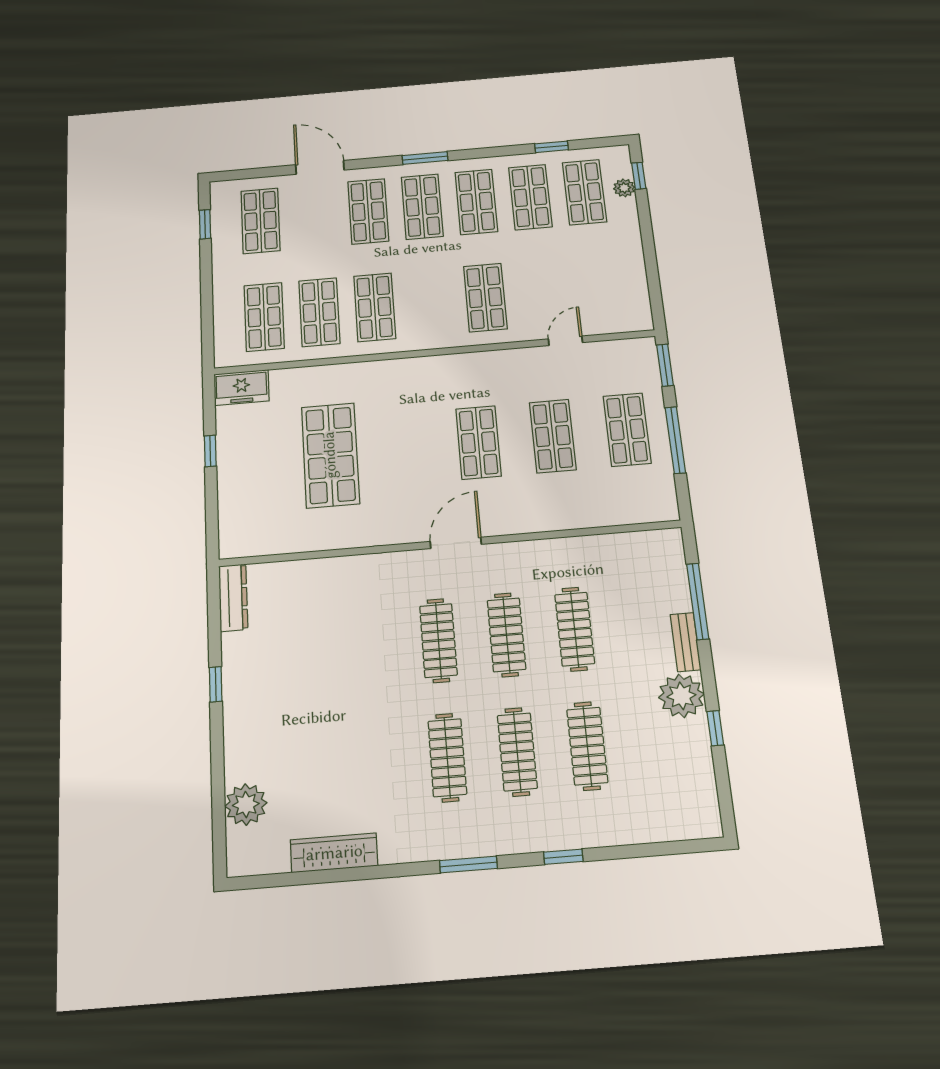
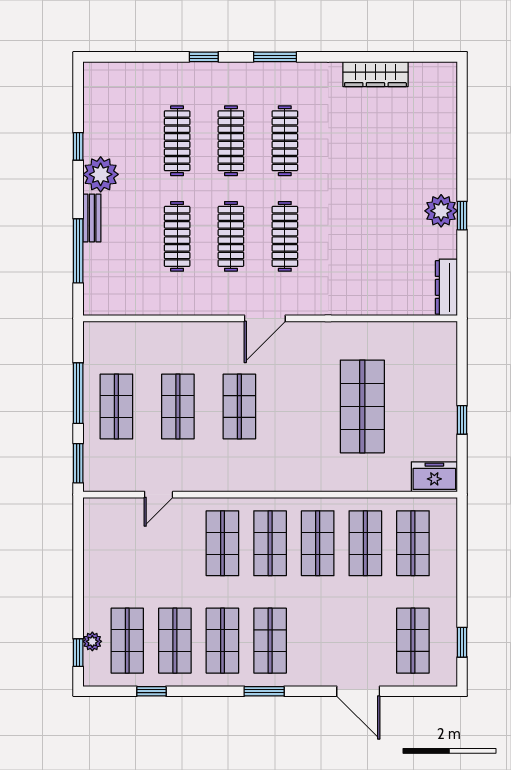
shop shelf: (368, 211) -> (270, 543), moved
plant: (246, 805) -> (441, 211), moved

